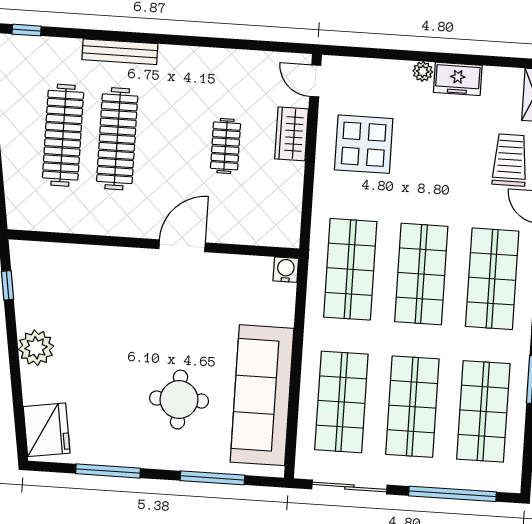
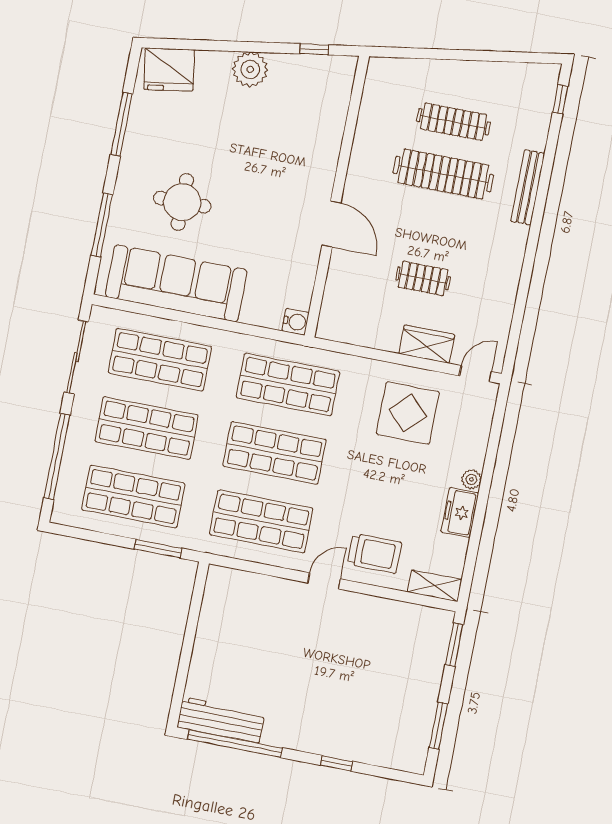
clothes rail: (63, 135) -> (454, 122), width x0.73, depth x0.76

